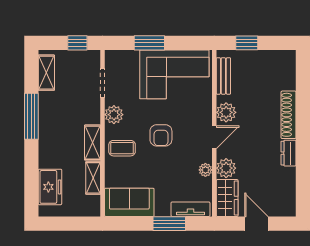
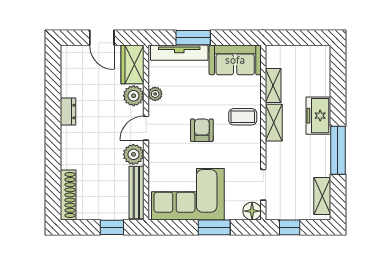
floor lamp: (113, 58) -> (252, 211), added
bench: (223, 76) -> (136, 193), width x1.36
plant: (114, 115) -> (251, 152), removed
shoe rack: (289, 115) -> (68, 195), moved
freezer: (50, 187) -> (318, 116), moved
tv unit: (190, 209) -> (179, 53), width x1.41

